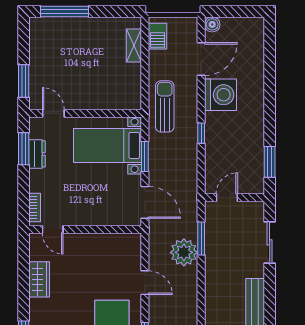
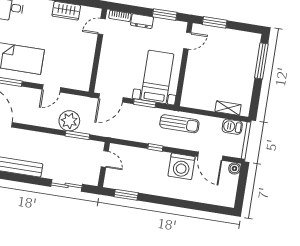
dresser: (37, 154) -> (142, 21), moved

